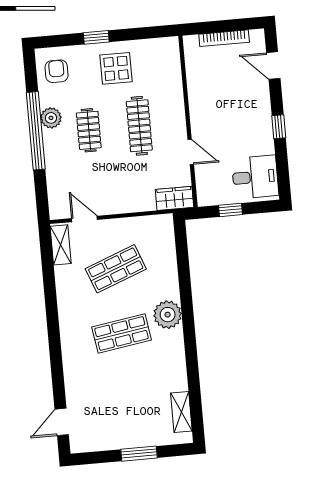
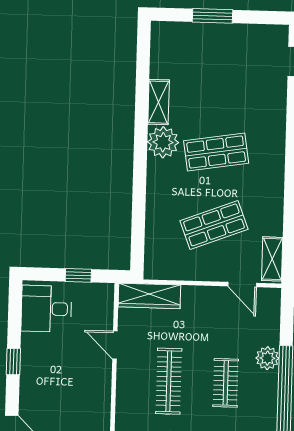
plant: (51, 118) -> (267, 358), moved
wardrobe: (175, 198) -> (149, 296), width x1.50
plant: (168, 315) -> (163, 142), moved
shelving: (181, 412) -> (159, 102), moved

